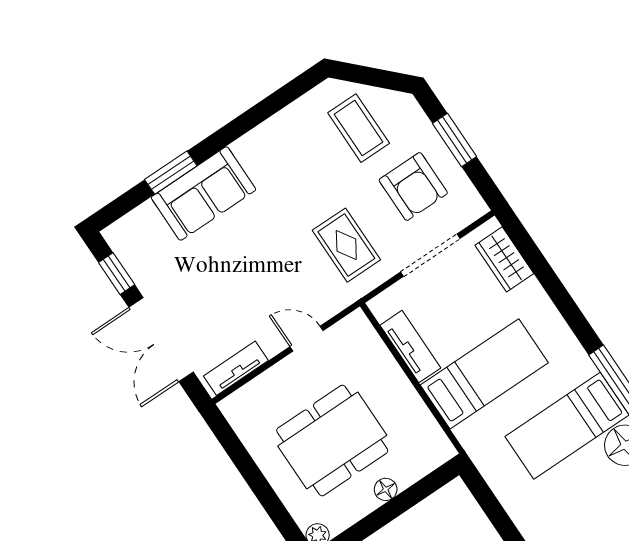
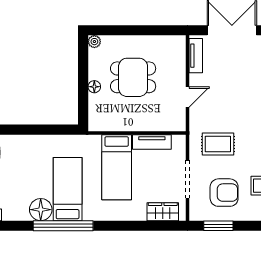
window: (455, 140) -> (218, 226), moved
armchair: (413, 186) -> (224, 193), turned 180
dining table: (332, 441) -> (133, 77), width x0.73

